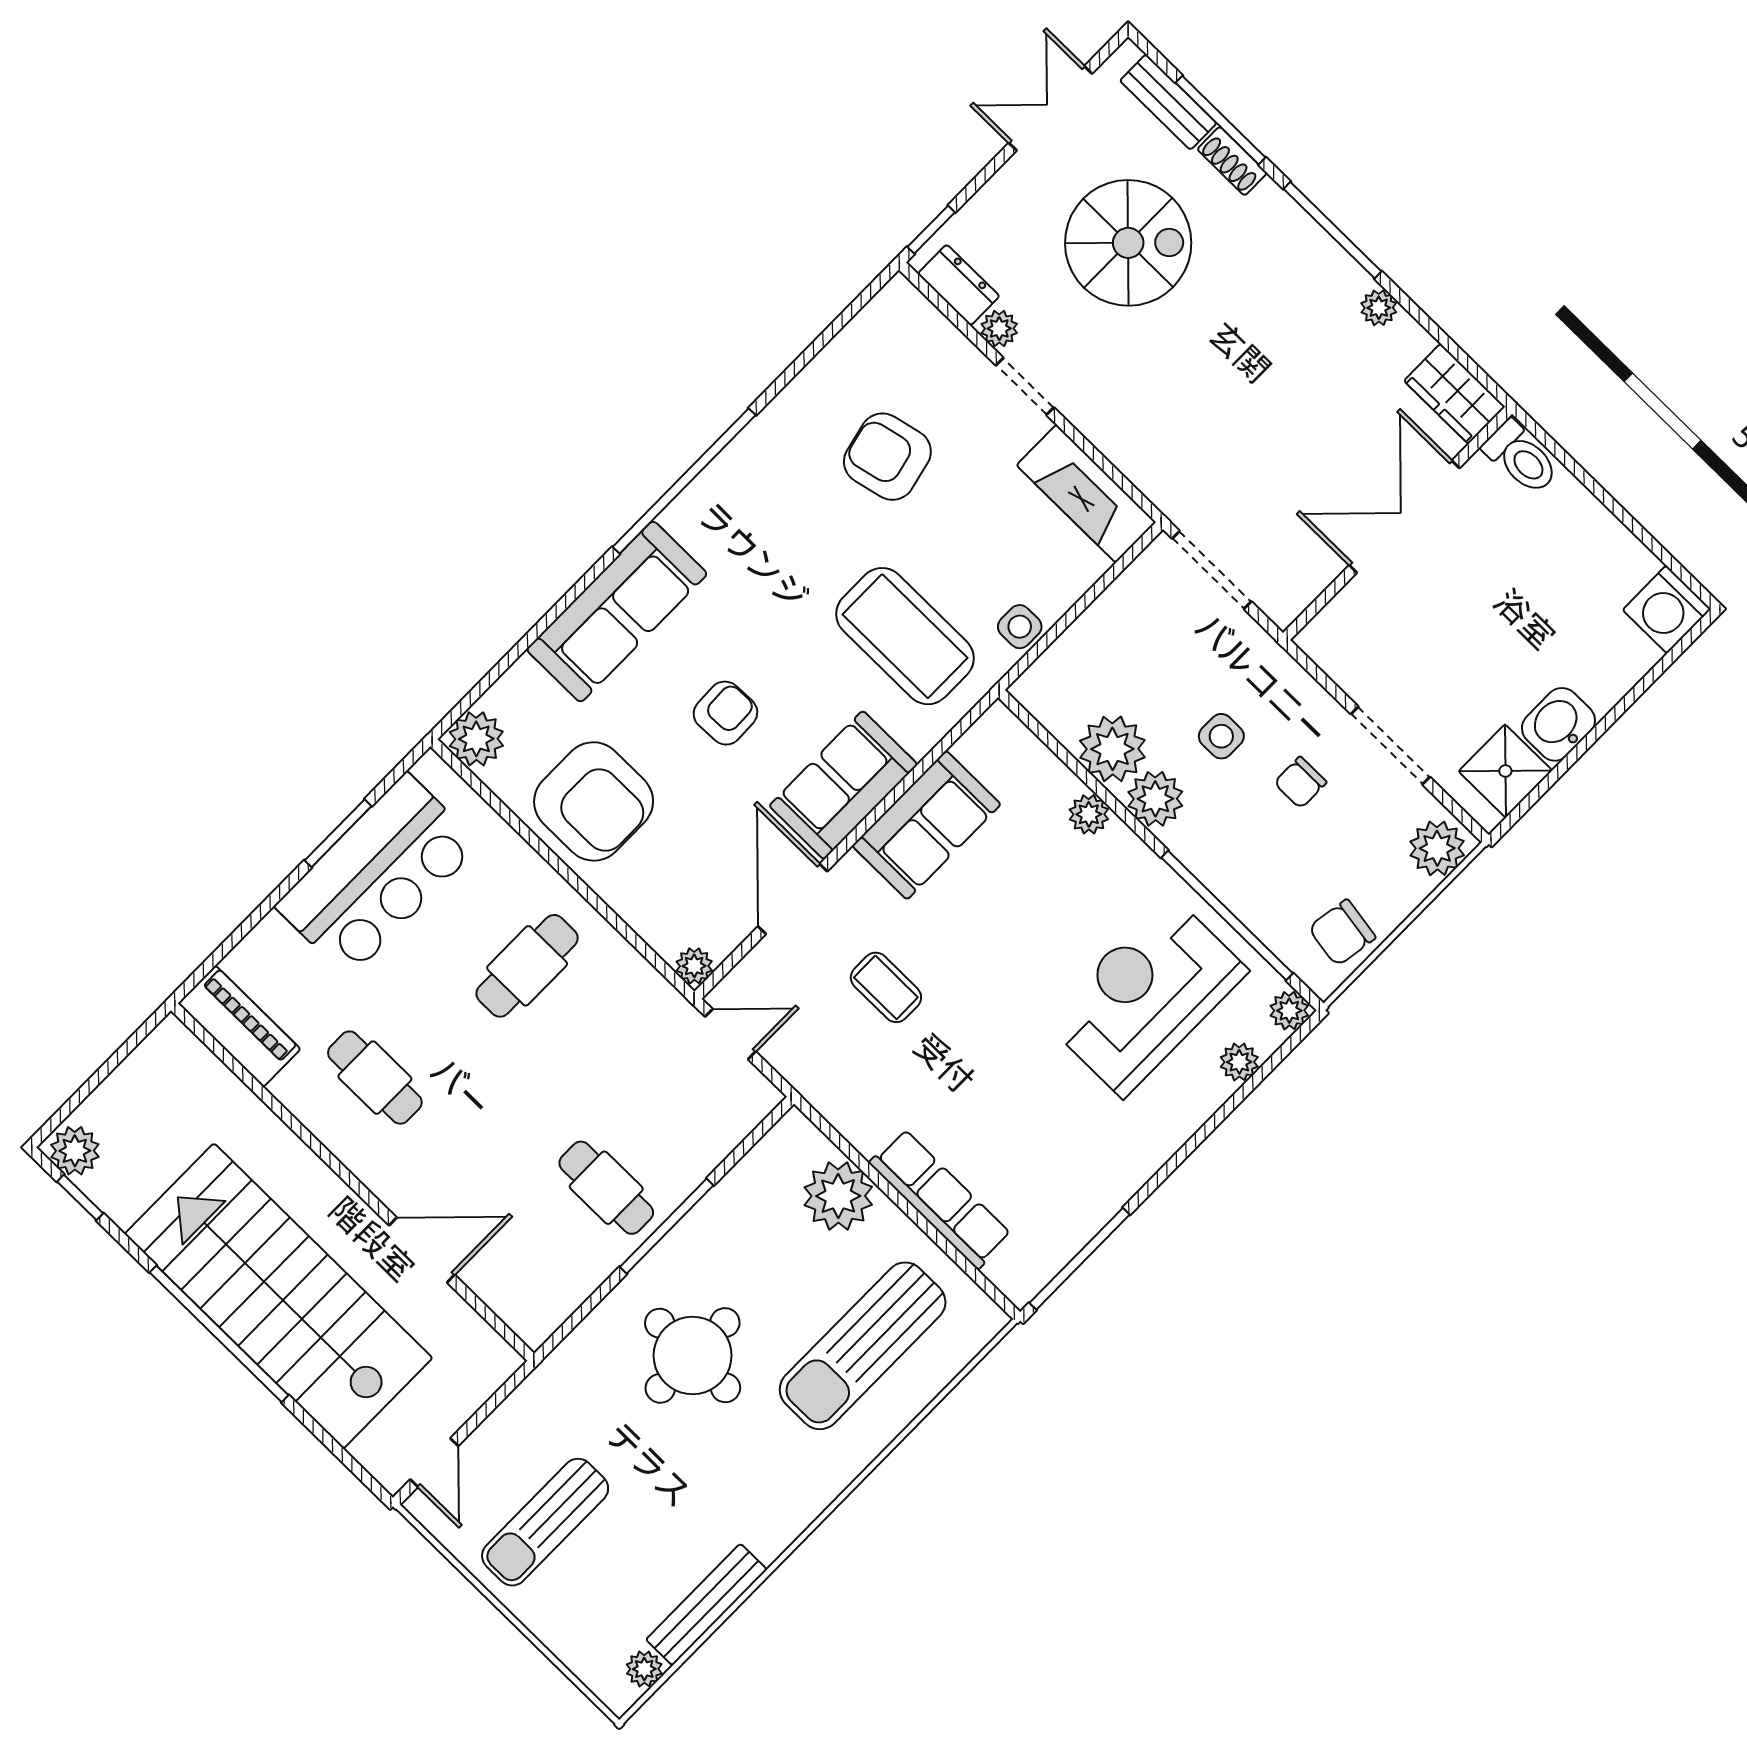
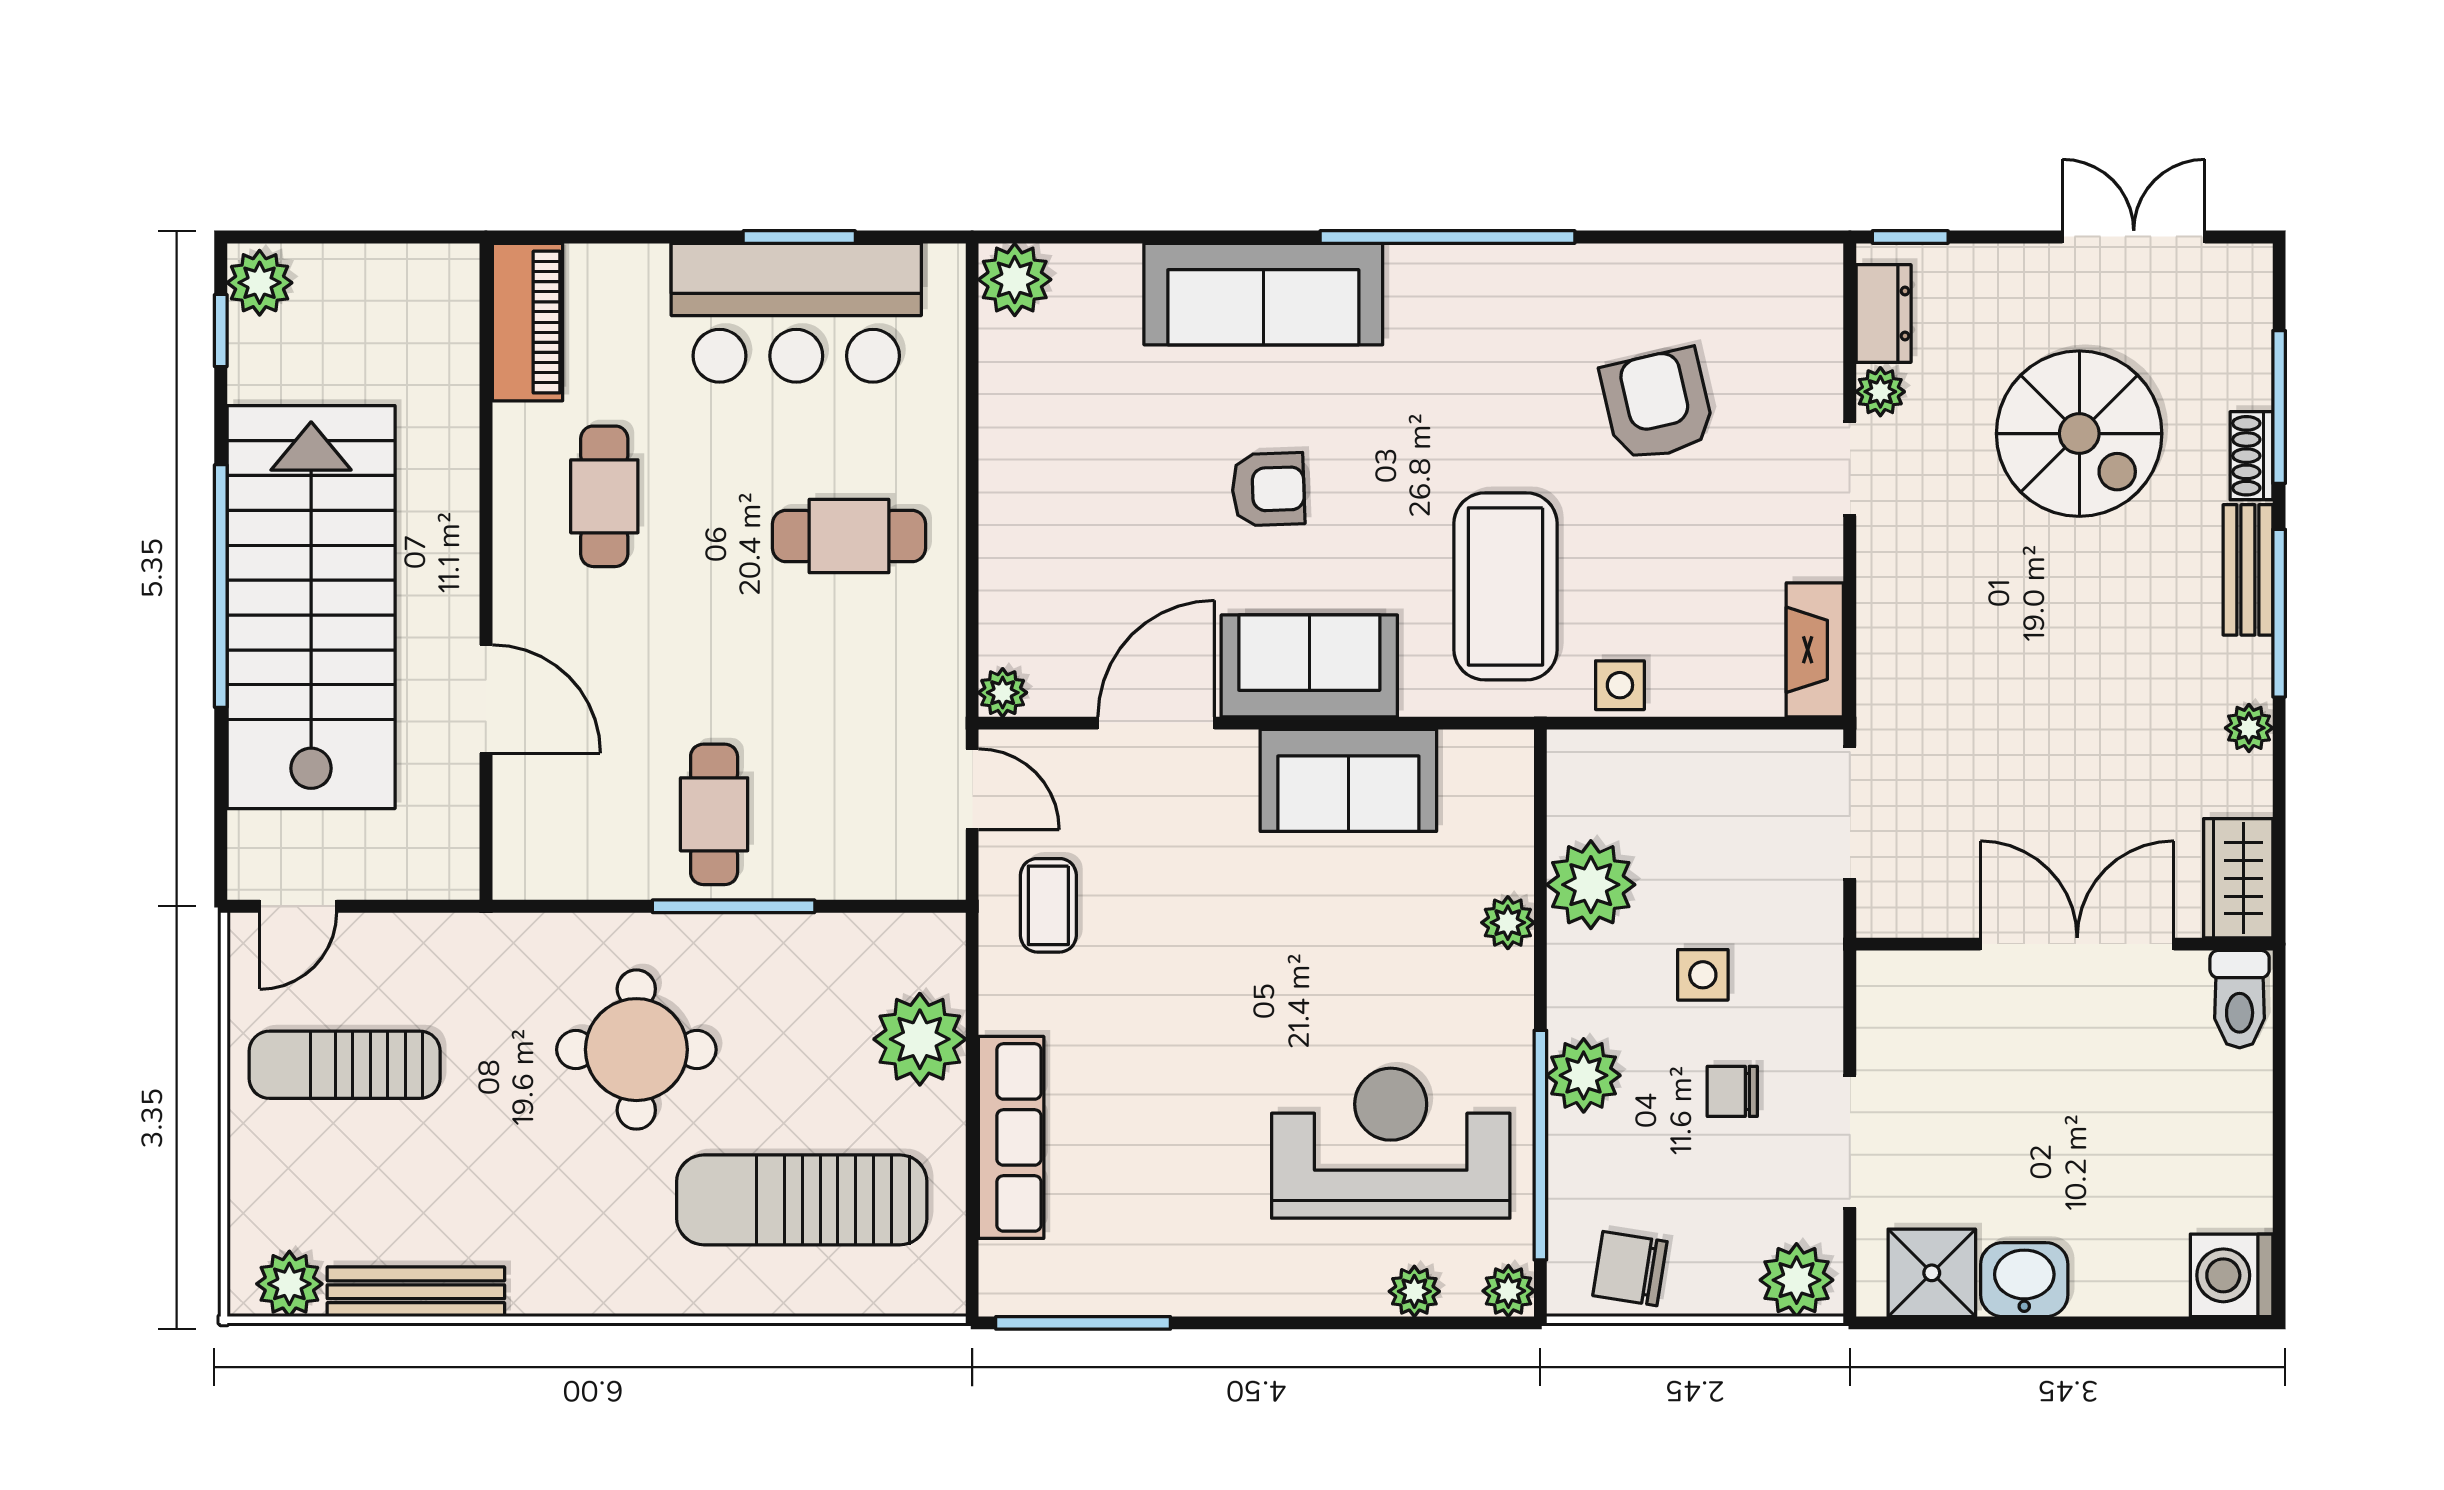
bench: (1168, 102) -> (2248, 570), moved
fireplace: (1086, 494) -> (1815, 650), width x0.73, depth x0.76
plant: (1155, 799) -> (1584, 1075), moved
armchair: (594, 801) -> (1064, 447), removed
coffee table: (886, 987) -> (1048, 905), moved
plant: (644, 1669) -> (289, 1284), width x1.38, depth x1.38

